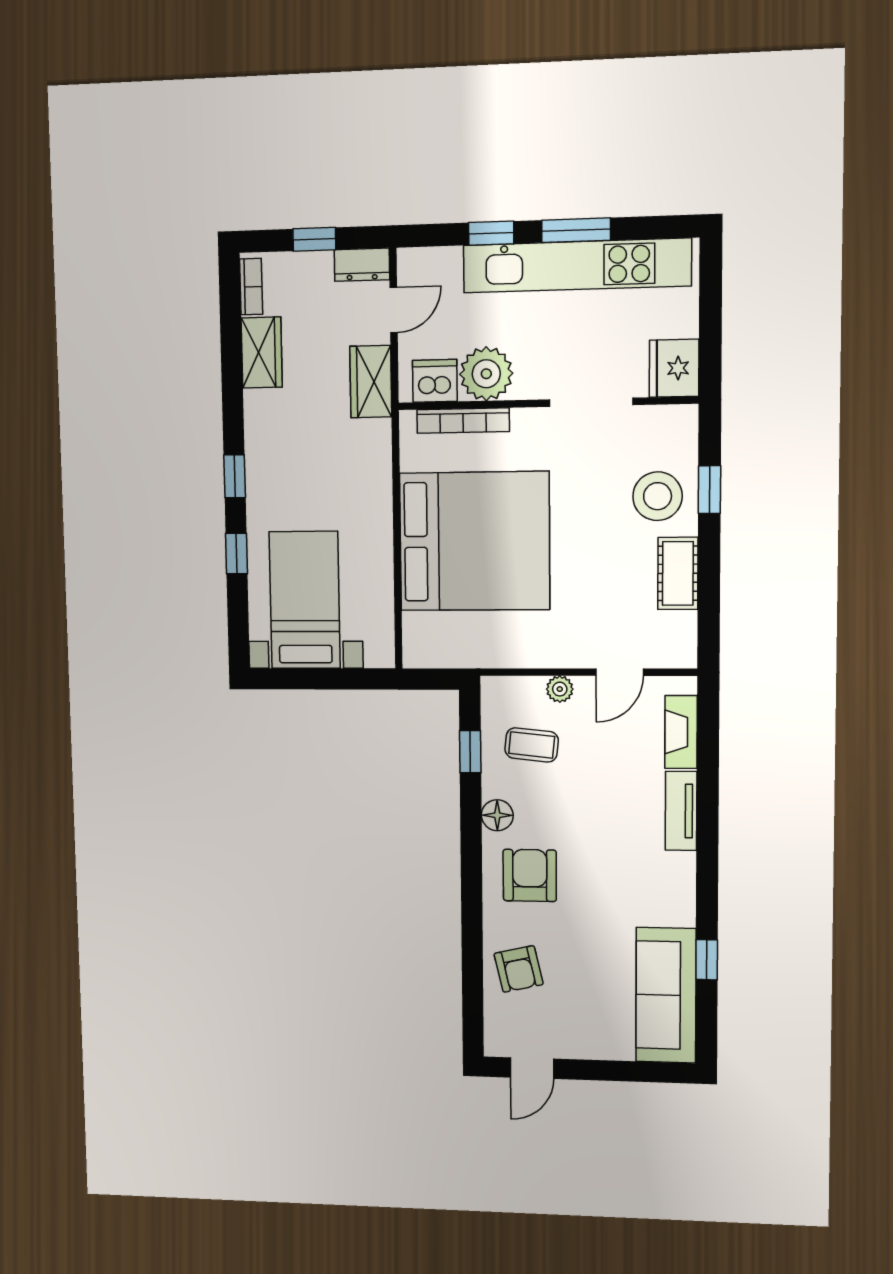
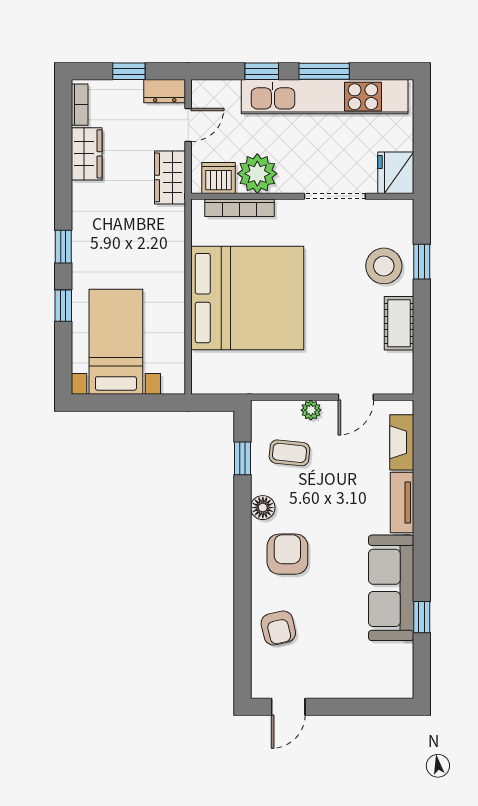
sofa: (666, 995) -> (391, 588), moved

